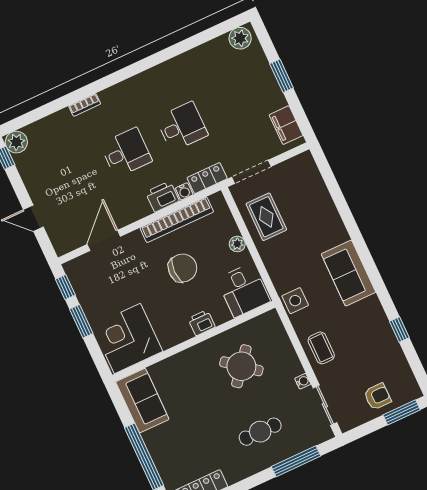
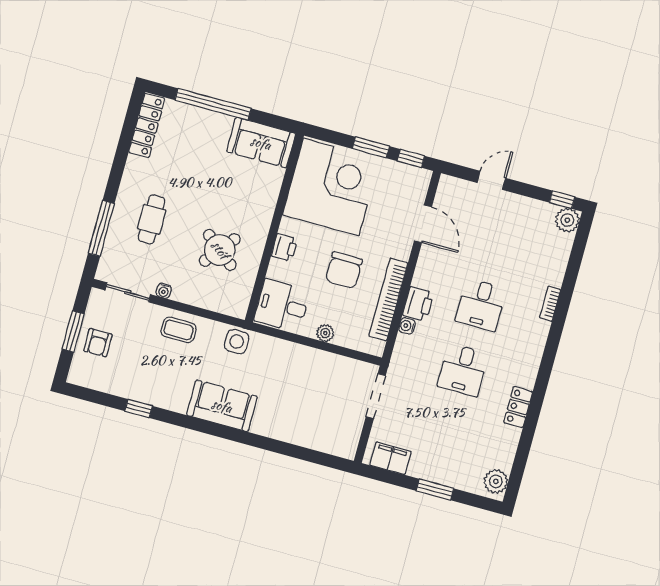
locker: (207, 178) -> (518, 407), moved, turned 180
rug: (266, 217) -> (327, 377), removed
corner desk: (127, 339) -> (331, 187), width x1.36, depth x1.36
window: (402, 412) -> (73, 331), moved

